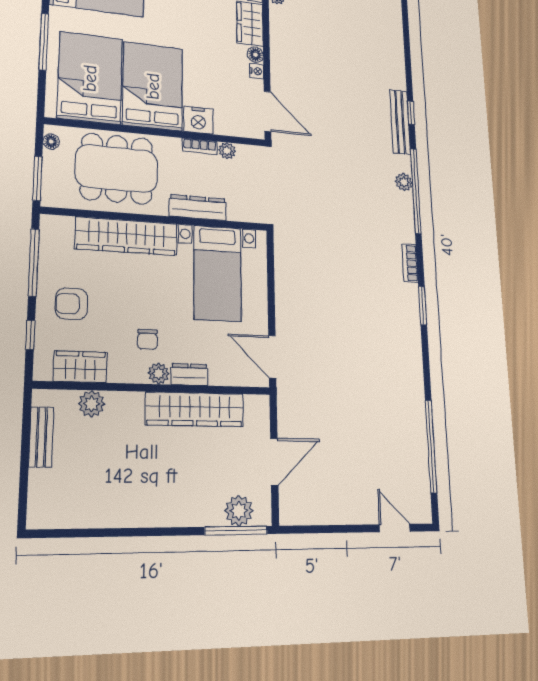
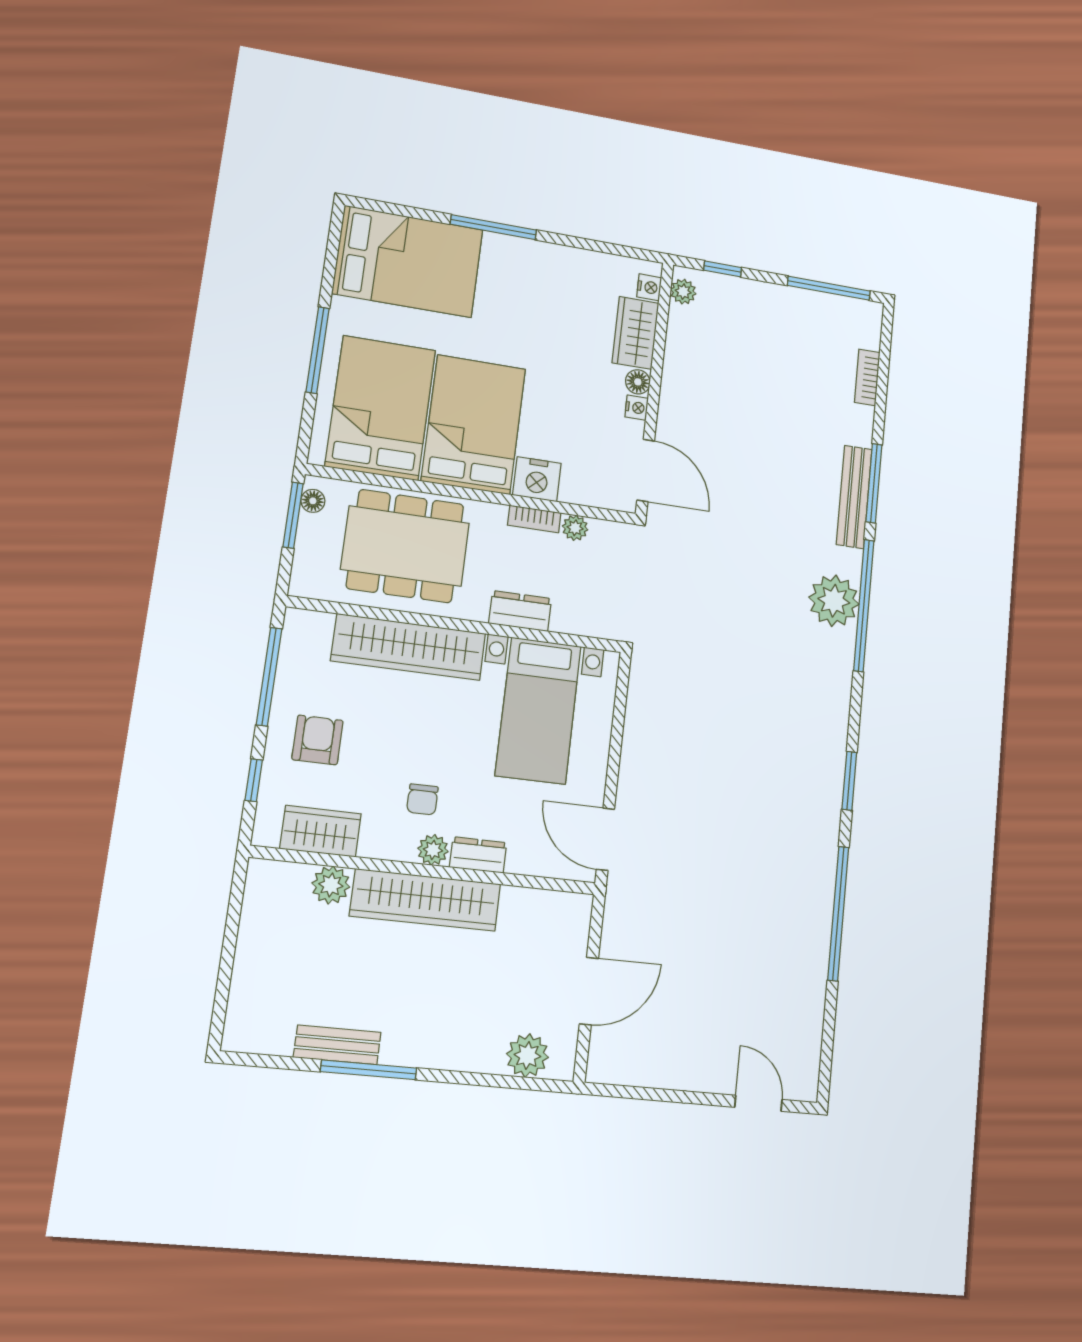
window: (411, 113) -> (874, 483), width x2.17
window: (37, 178) -> (293, 515), moved
plant: (404, 182) -> (834, 601), width x1.88, depth x1.88
dresser: (198, 208) -> (520, 611), width x0.70
bookcase: (410, 263) -> (867, 377), moved
armchair: (72, 304) -> (317, 740), turned 90
wardrobe: (195, 409) -> (426, 900), moved
bench: (41, 437) -> (337, 1045), moved, turned 90
window: (431, 446) -> (838, 913), moved
window: (236, 531) -> (369, 1070), moved

